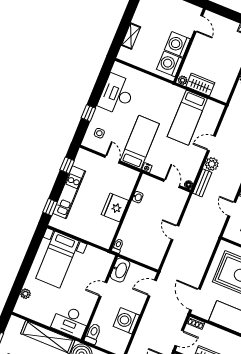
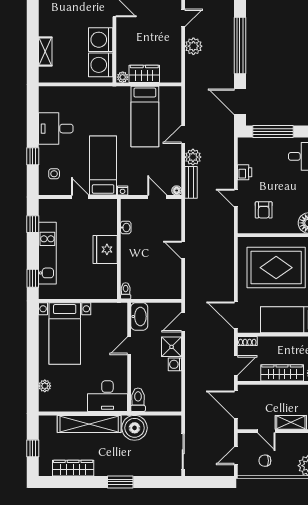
desk: (117, 94) -> (56, 129), width x0.73
shower: (135, 304) -> (172, 347), added
washing machine: (126, 321) -> (175, 364), width x0.53, depth x0.53

